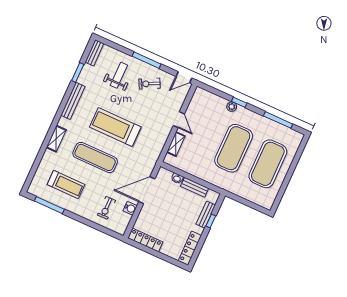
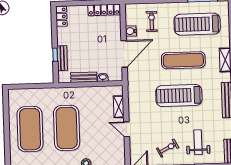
weight bench: (119, 75) -> (198, 142), turned 180
treadmill: (115, 127) -> (179, 95), turned 180
treadmill: (66, 184) -> (197, 24), width x1.37, depth x1.38
locker: (190, 248) -> (61, 16), width x0.66

